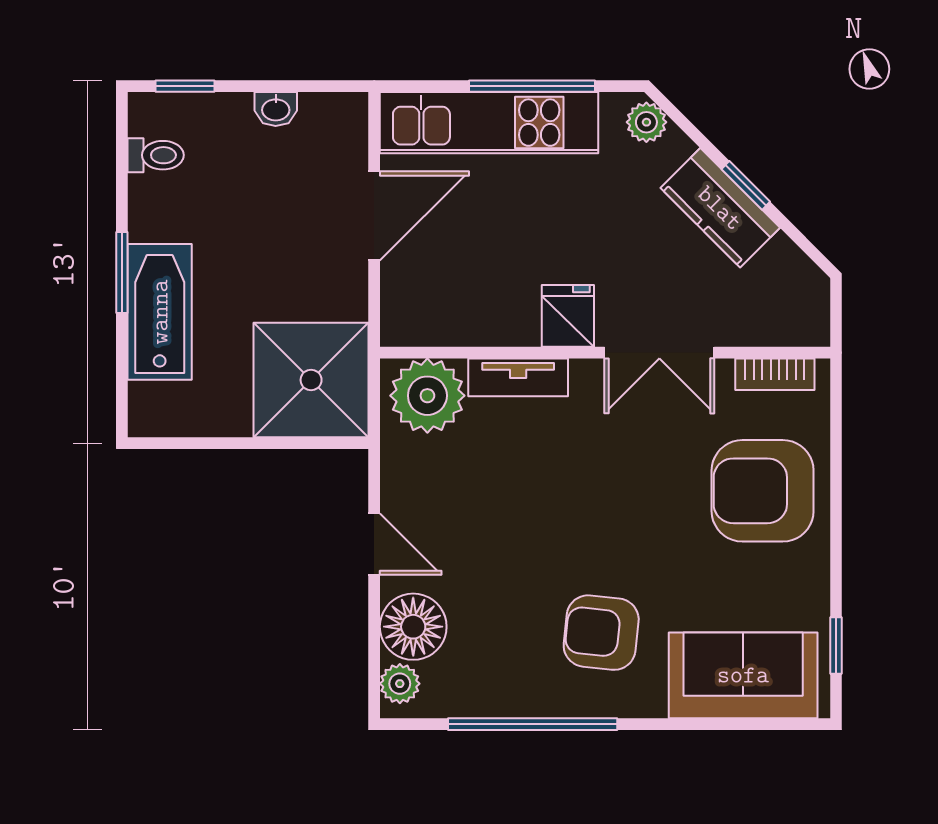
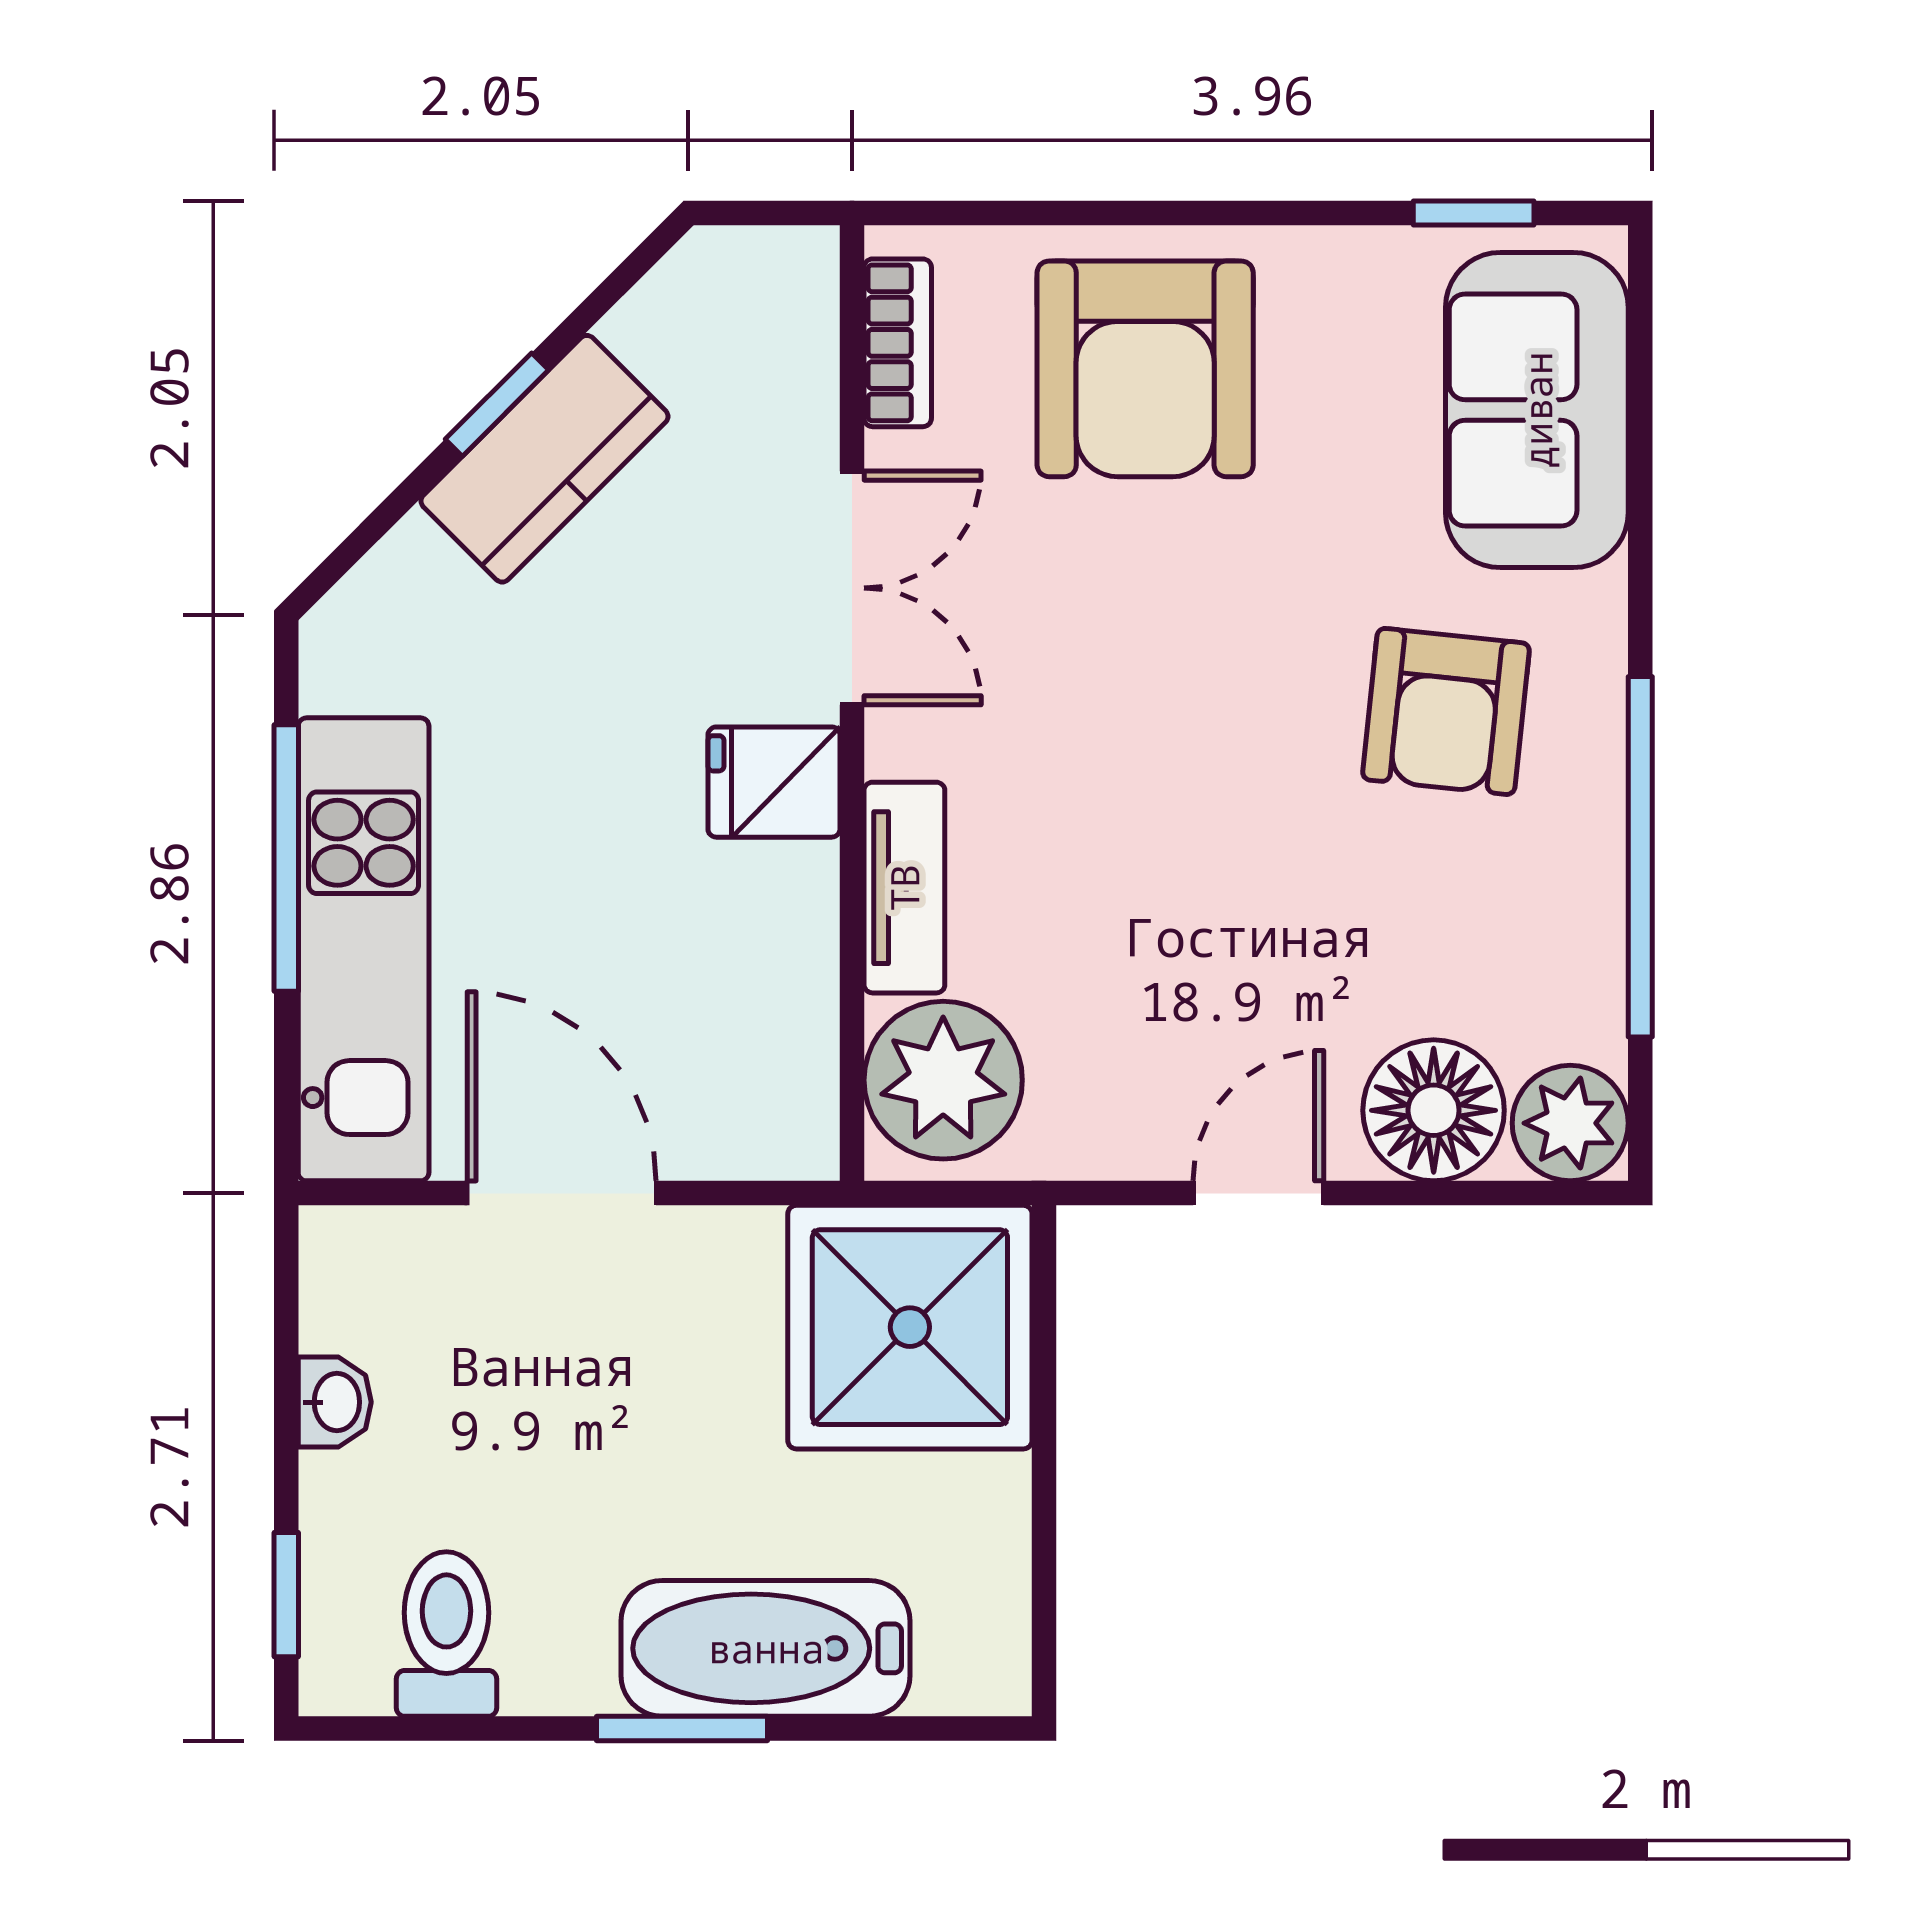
plant: (646, 122) -> (363, 615), removed
toilet: (156, 155) -> (446, 1634), width x1.37, depth x1.39
plant: (400, 684) -> (1570, 1123), width x1.38, depth x1.38

